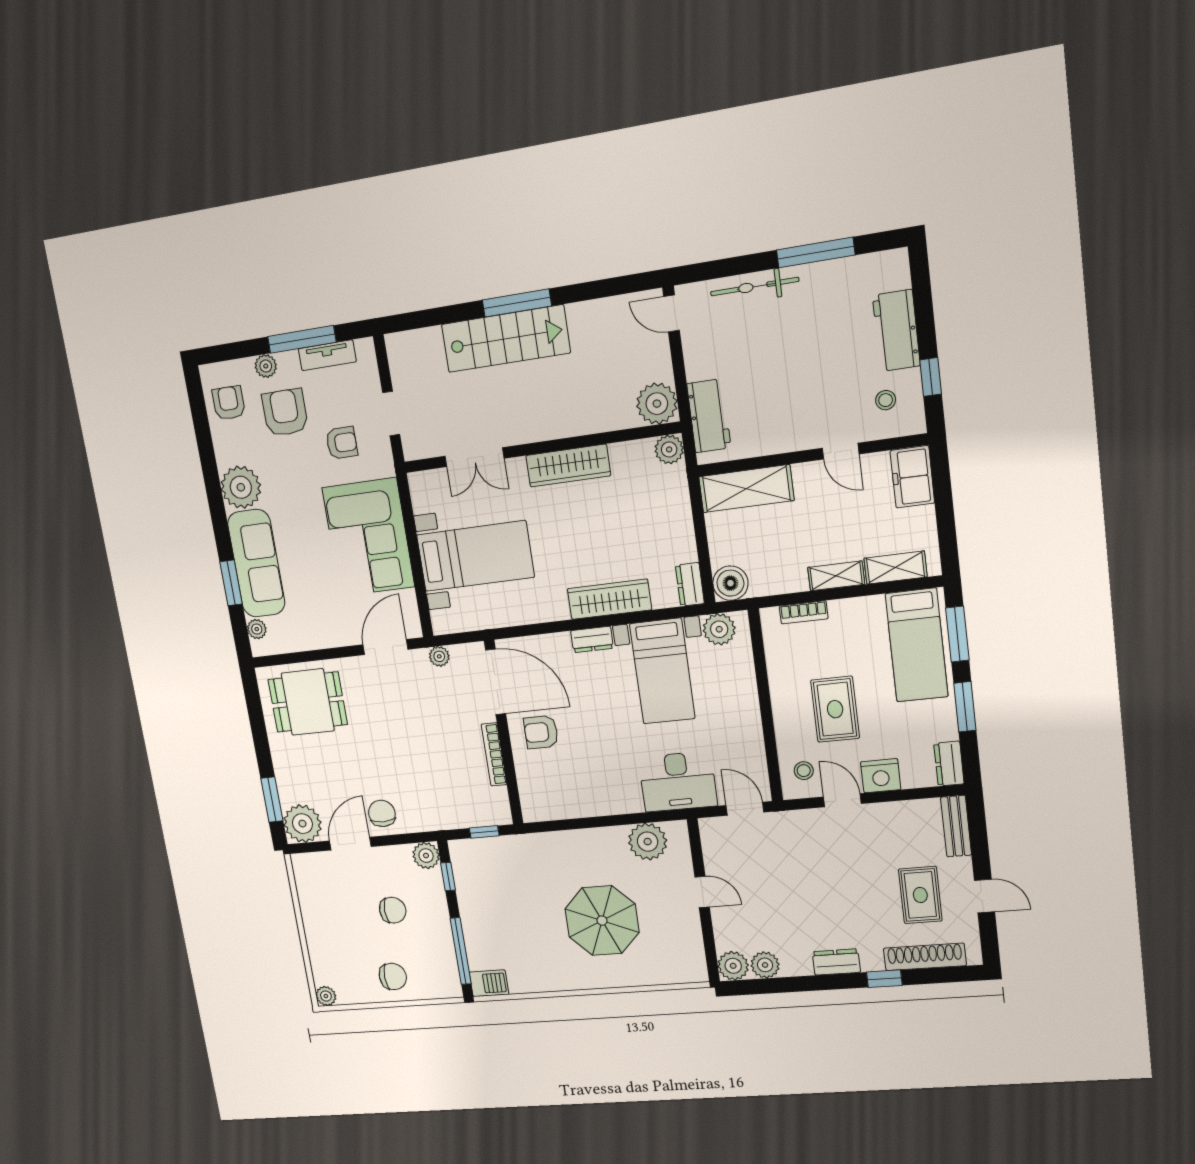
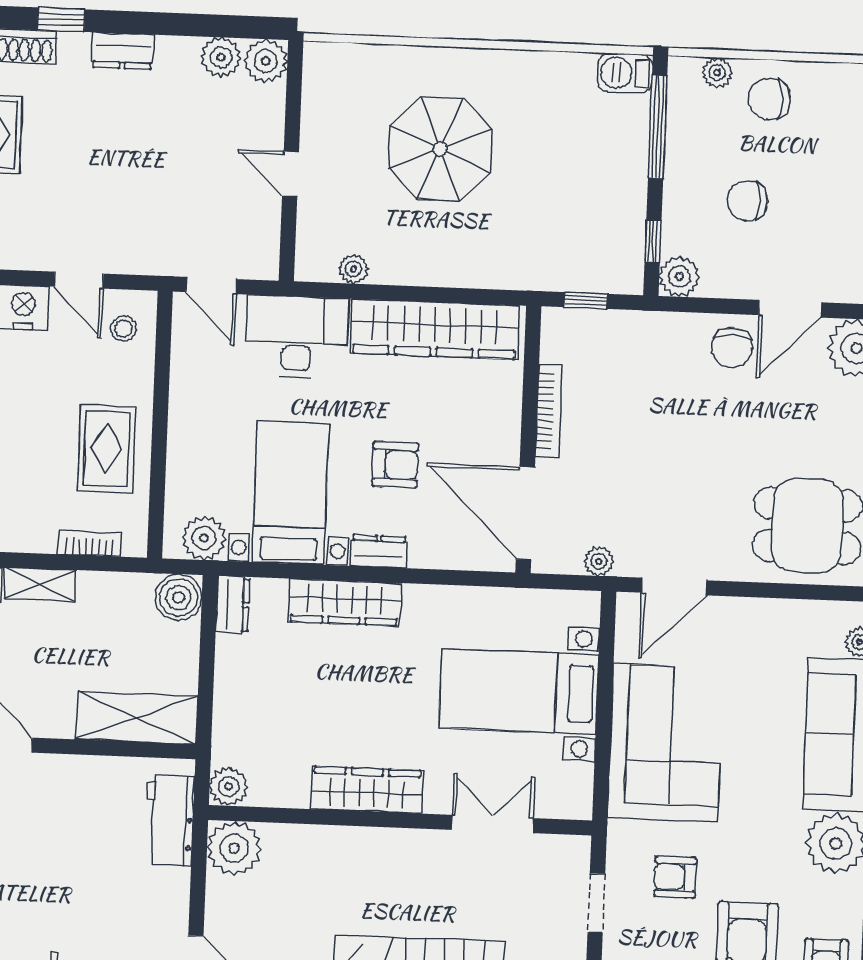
rug: (835, 709) -> (107, 449), moved
armchair: (541, 732) -> (395, 465), moved
wardrobe: (583, 799) -> (435, 329), added
plant: (648, 842) -> (353, 269), width x0.53, depth x0.53
plant: (430, 990) -> (717, 72), added

